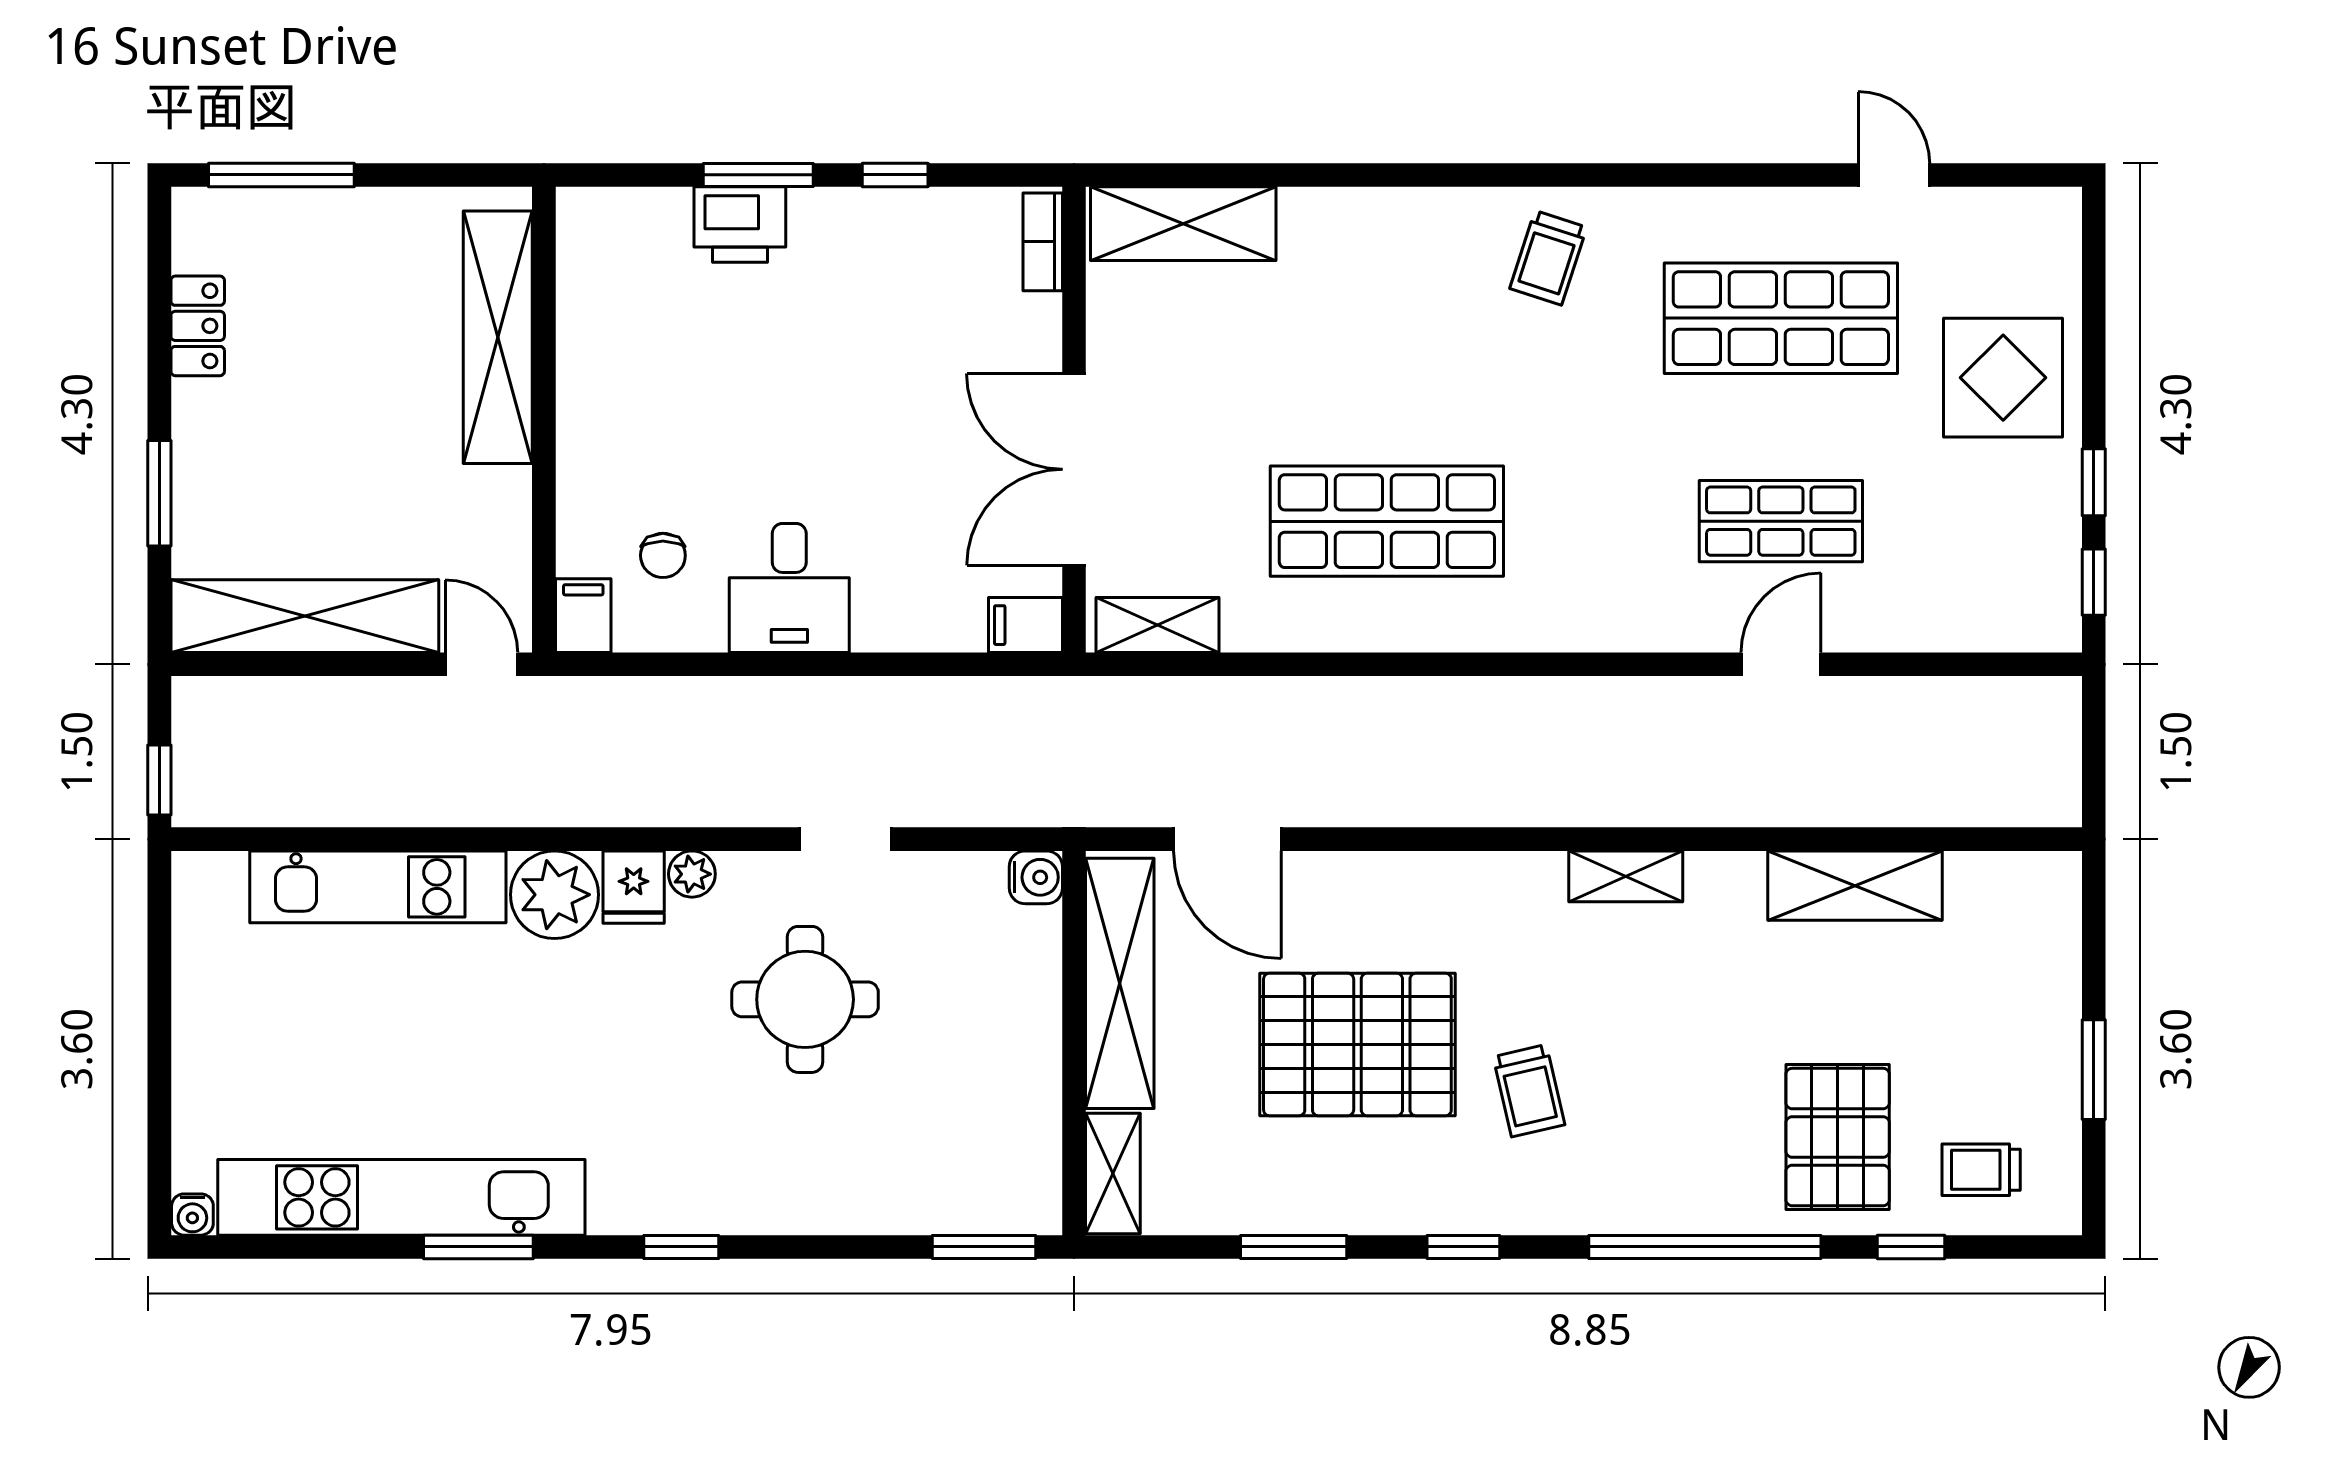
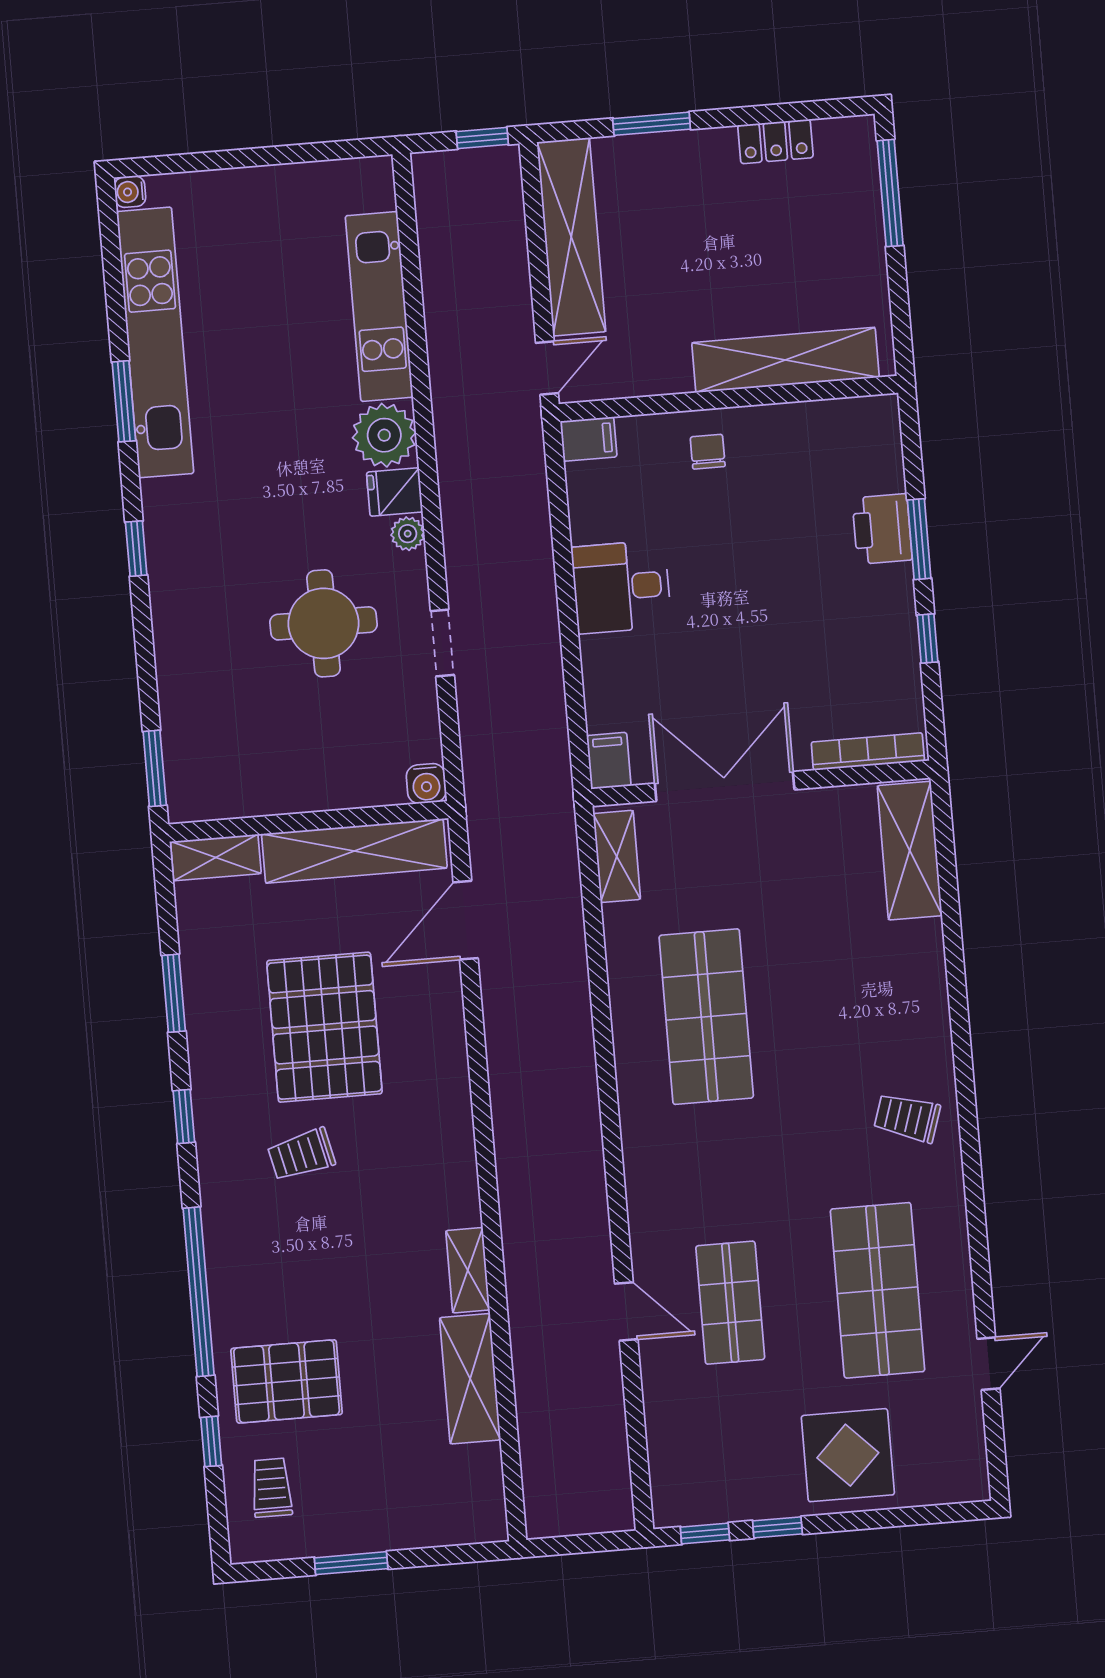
bookcase: (1043, 242) -> (868, 752), width x1.56
chair: (663, 555) -> (708, 452), moved, turned 90
window: (159, 780) -> (482, 138), moved
shelving: (1626, 876) -> (468, 1270), moved

